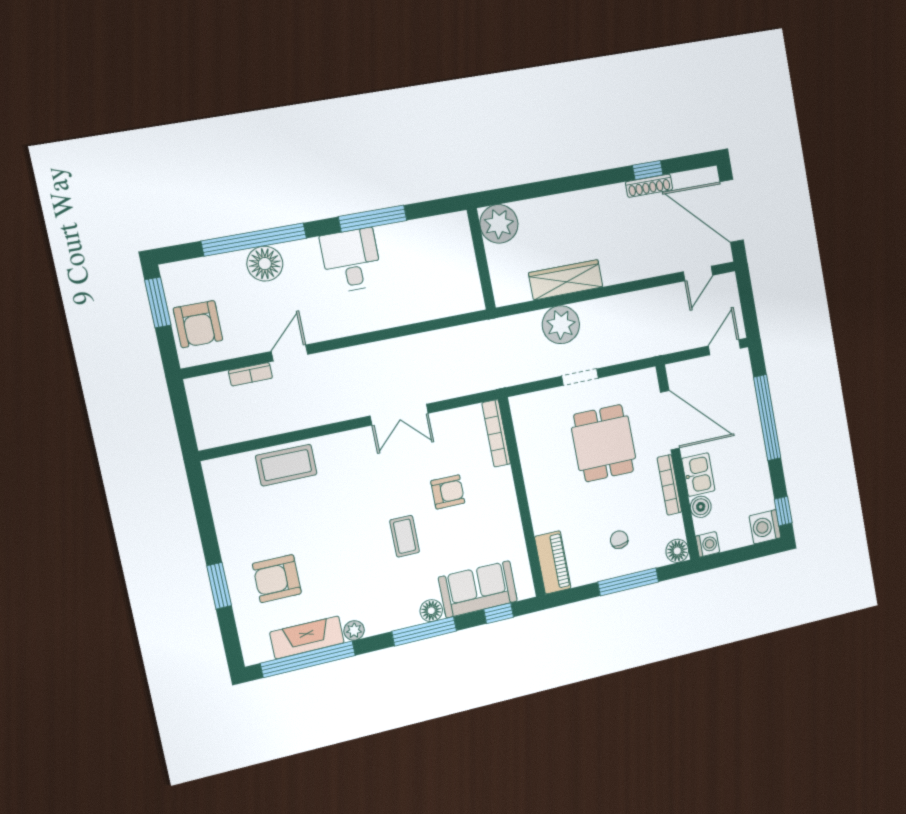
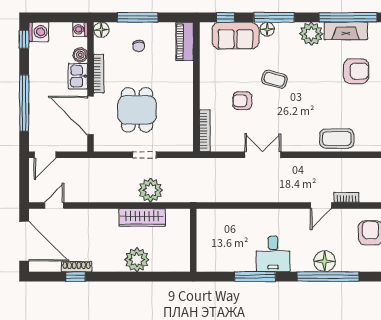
plant: (499, 224) -> (137, 260), moved
coffee table: (405, 536) -> (274, 79), turned -75
plant: (354, 630) -> (311, 34), width x1.87, depth x1.87

